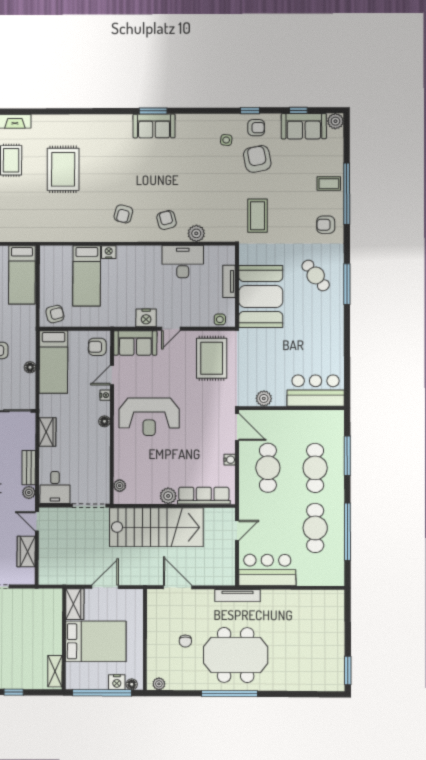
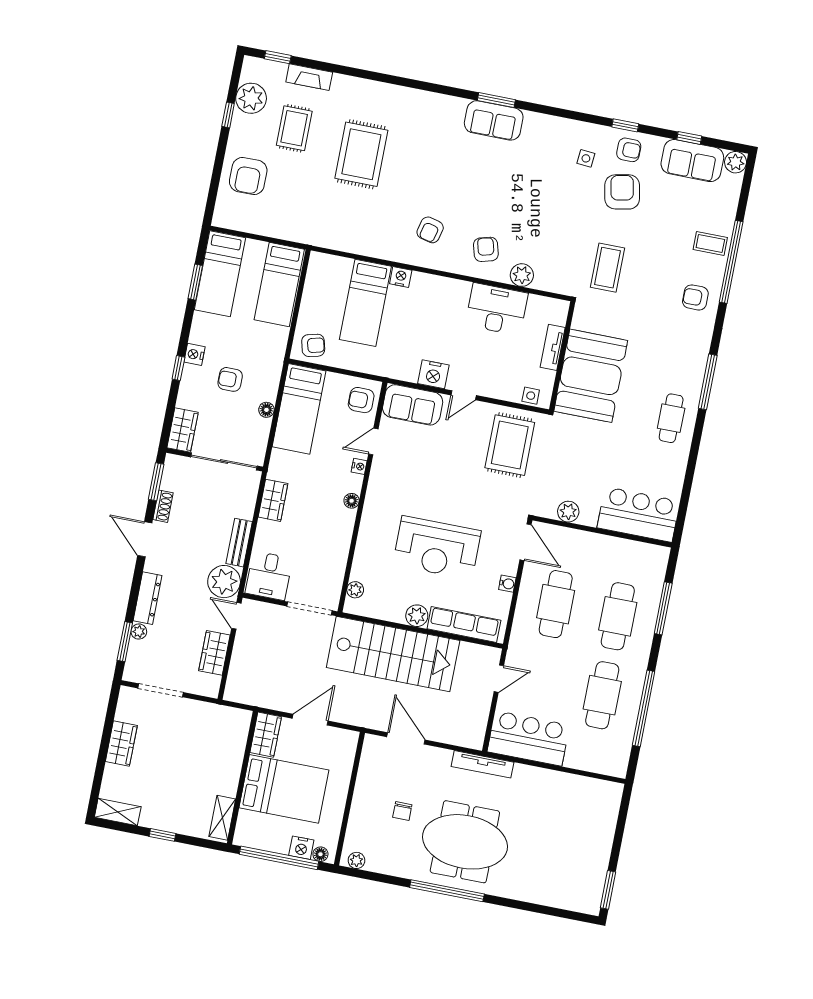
cafe table: (316, 275) -> (671, 418), moved, turned 38
reception desk: (149, 417) -> (437, 548), moved
plant: (29, 493) -> (224, 582), width x1.87, depth x1.87

